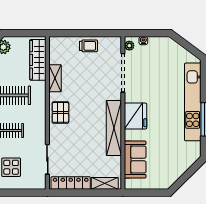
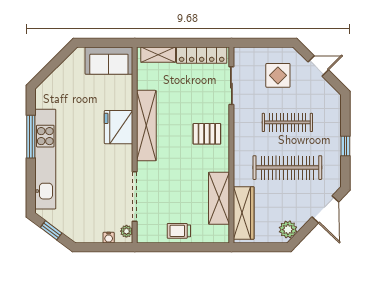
window: (188, 46) -> (51, 230), added
shelving: (55, 78) -> (219, 198), width x1.50, depth x1.33
pallet: (60, 112) -> (207, 134), moved, turned 90
fridge: (136, 116) -> (119, 127), moved
sofa: (135, 160) -> (109, 61), moved, turned -90

